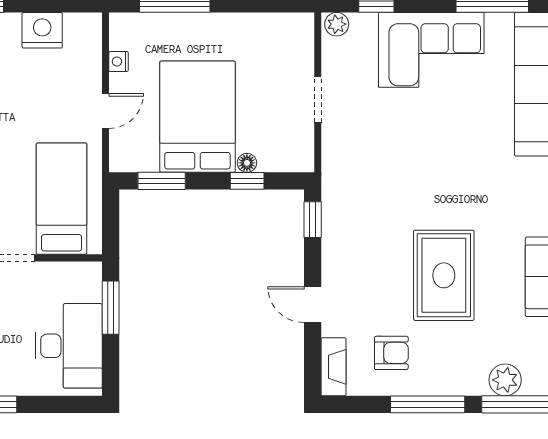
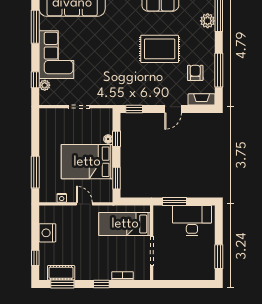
plant: (337, 24) -> (45, 85), moved
window: (428, 404) -> (219, 70), moved

